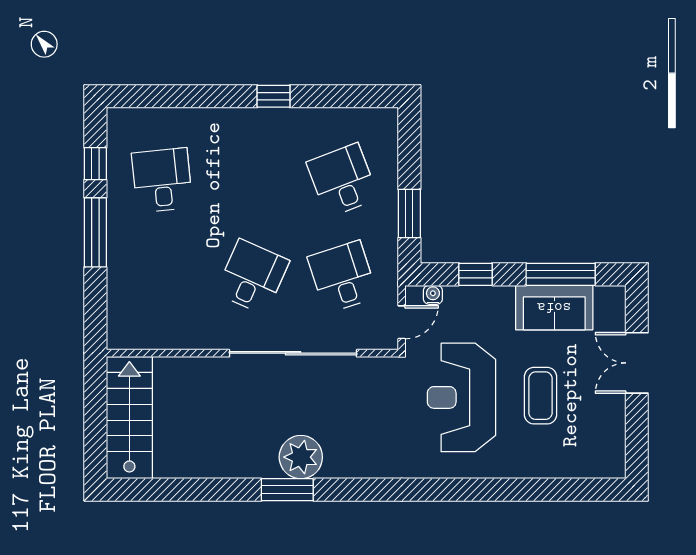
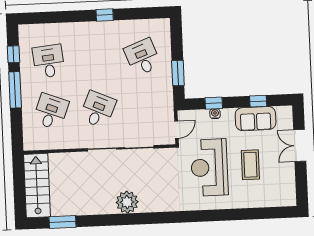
window: (561, 274) -> (258, 101), width x0.46
desk: (343, 277) -> (51, 112), moved, turned 39
water cooler: (433, 295) -> (215, 114), moved
window: (287, 490) -> (63, 222), moved

